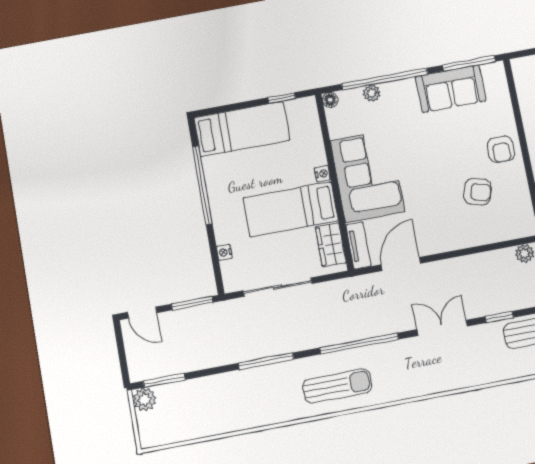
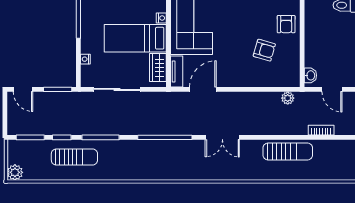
window: (499, 317) -> (62, 137), moved
double door: (442, 328) -> (222, 137), swing flipped
sun lounger: (337, 386) -> (74, 157), moved
plant: (144, 399) -> (15, 172), moved

